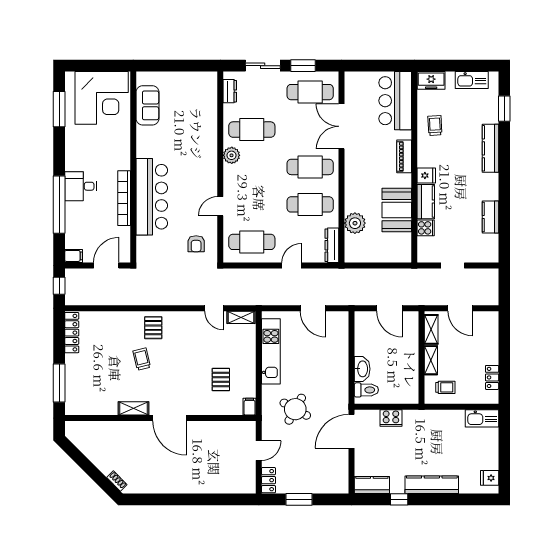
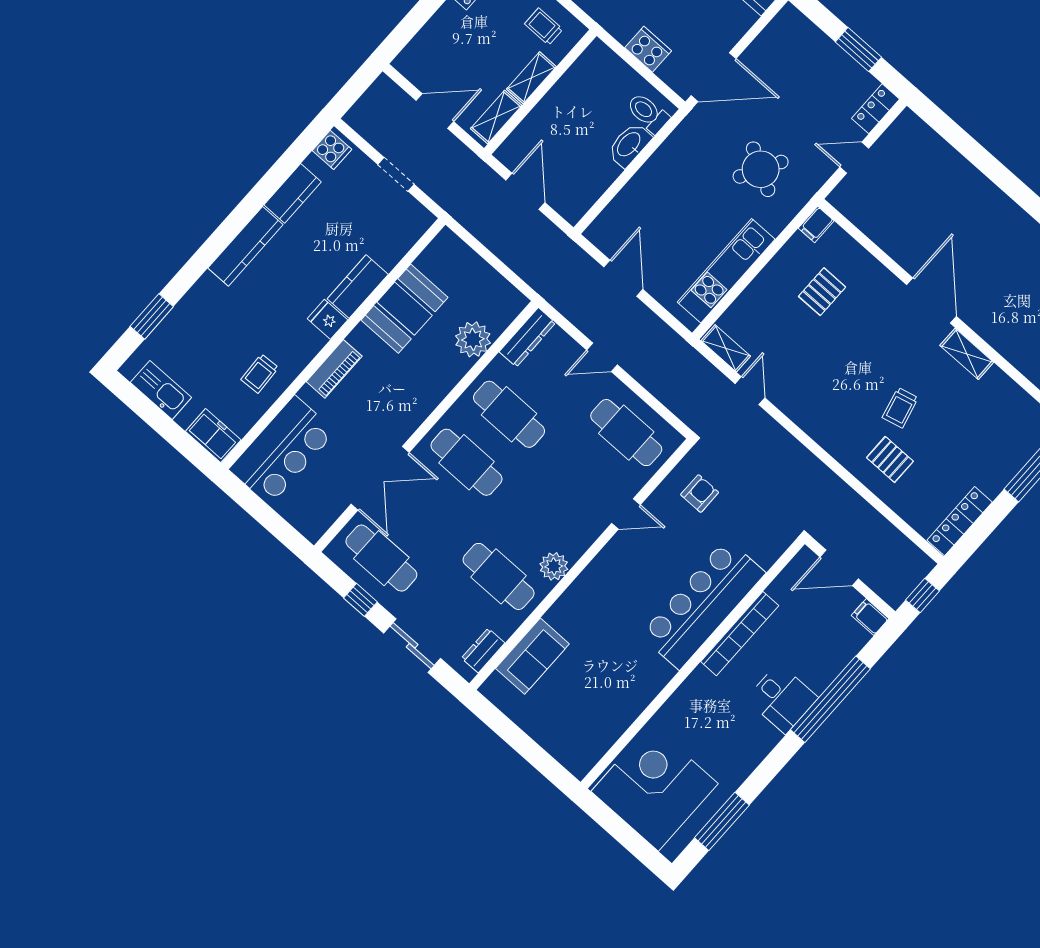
window: (303, 66) -> (360, 600), width x0.67
sofa: (148, 105) -> (532, 656), moved, turned 180
kitchen counter: (490, 148) -> (245, 246), moved
cooker: (426, 228) -> (332, 150), moved, turned 180
door: (460, 308) -> (435, 111), hinge flipped
pallet: (153, 328) -> (890, 459), moved, turned 90

